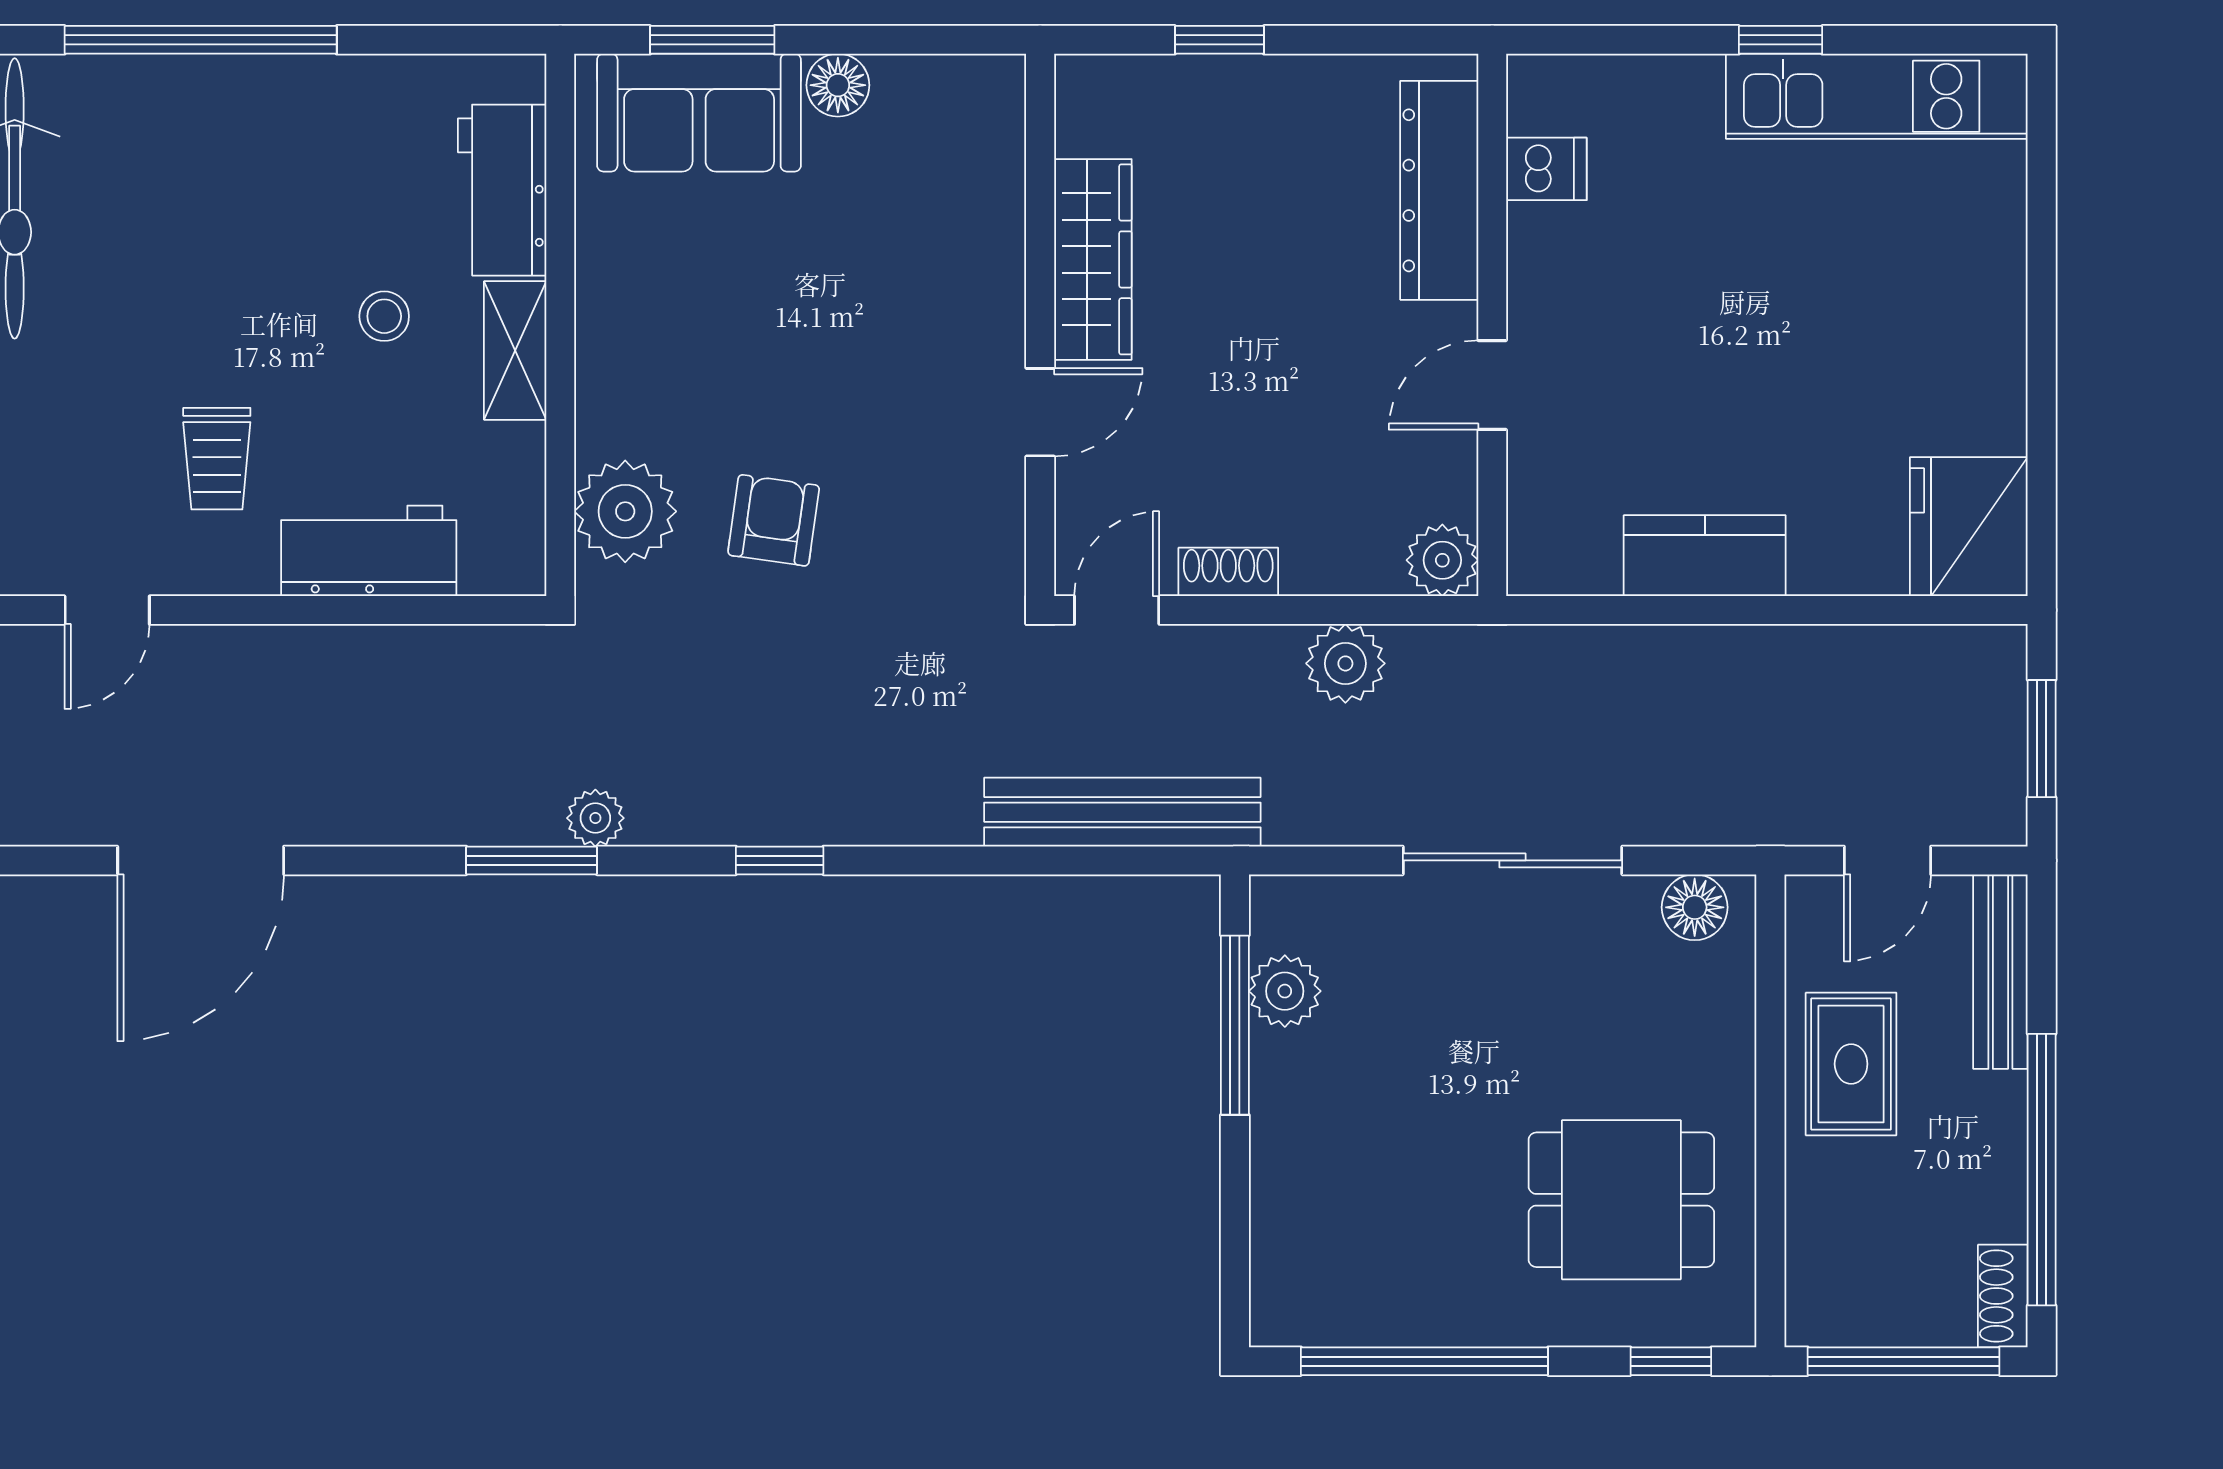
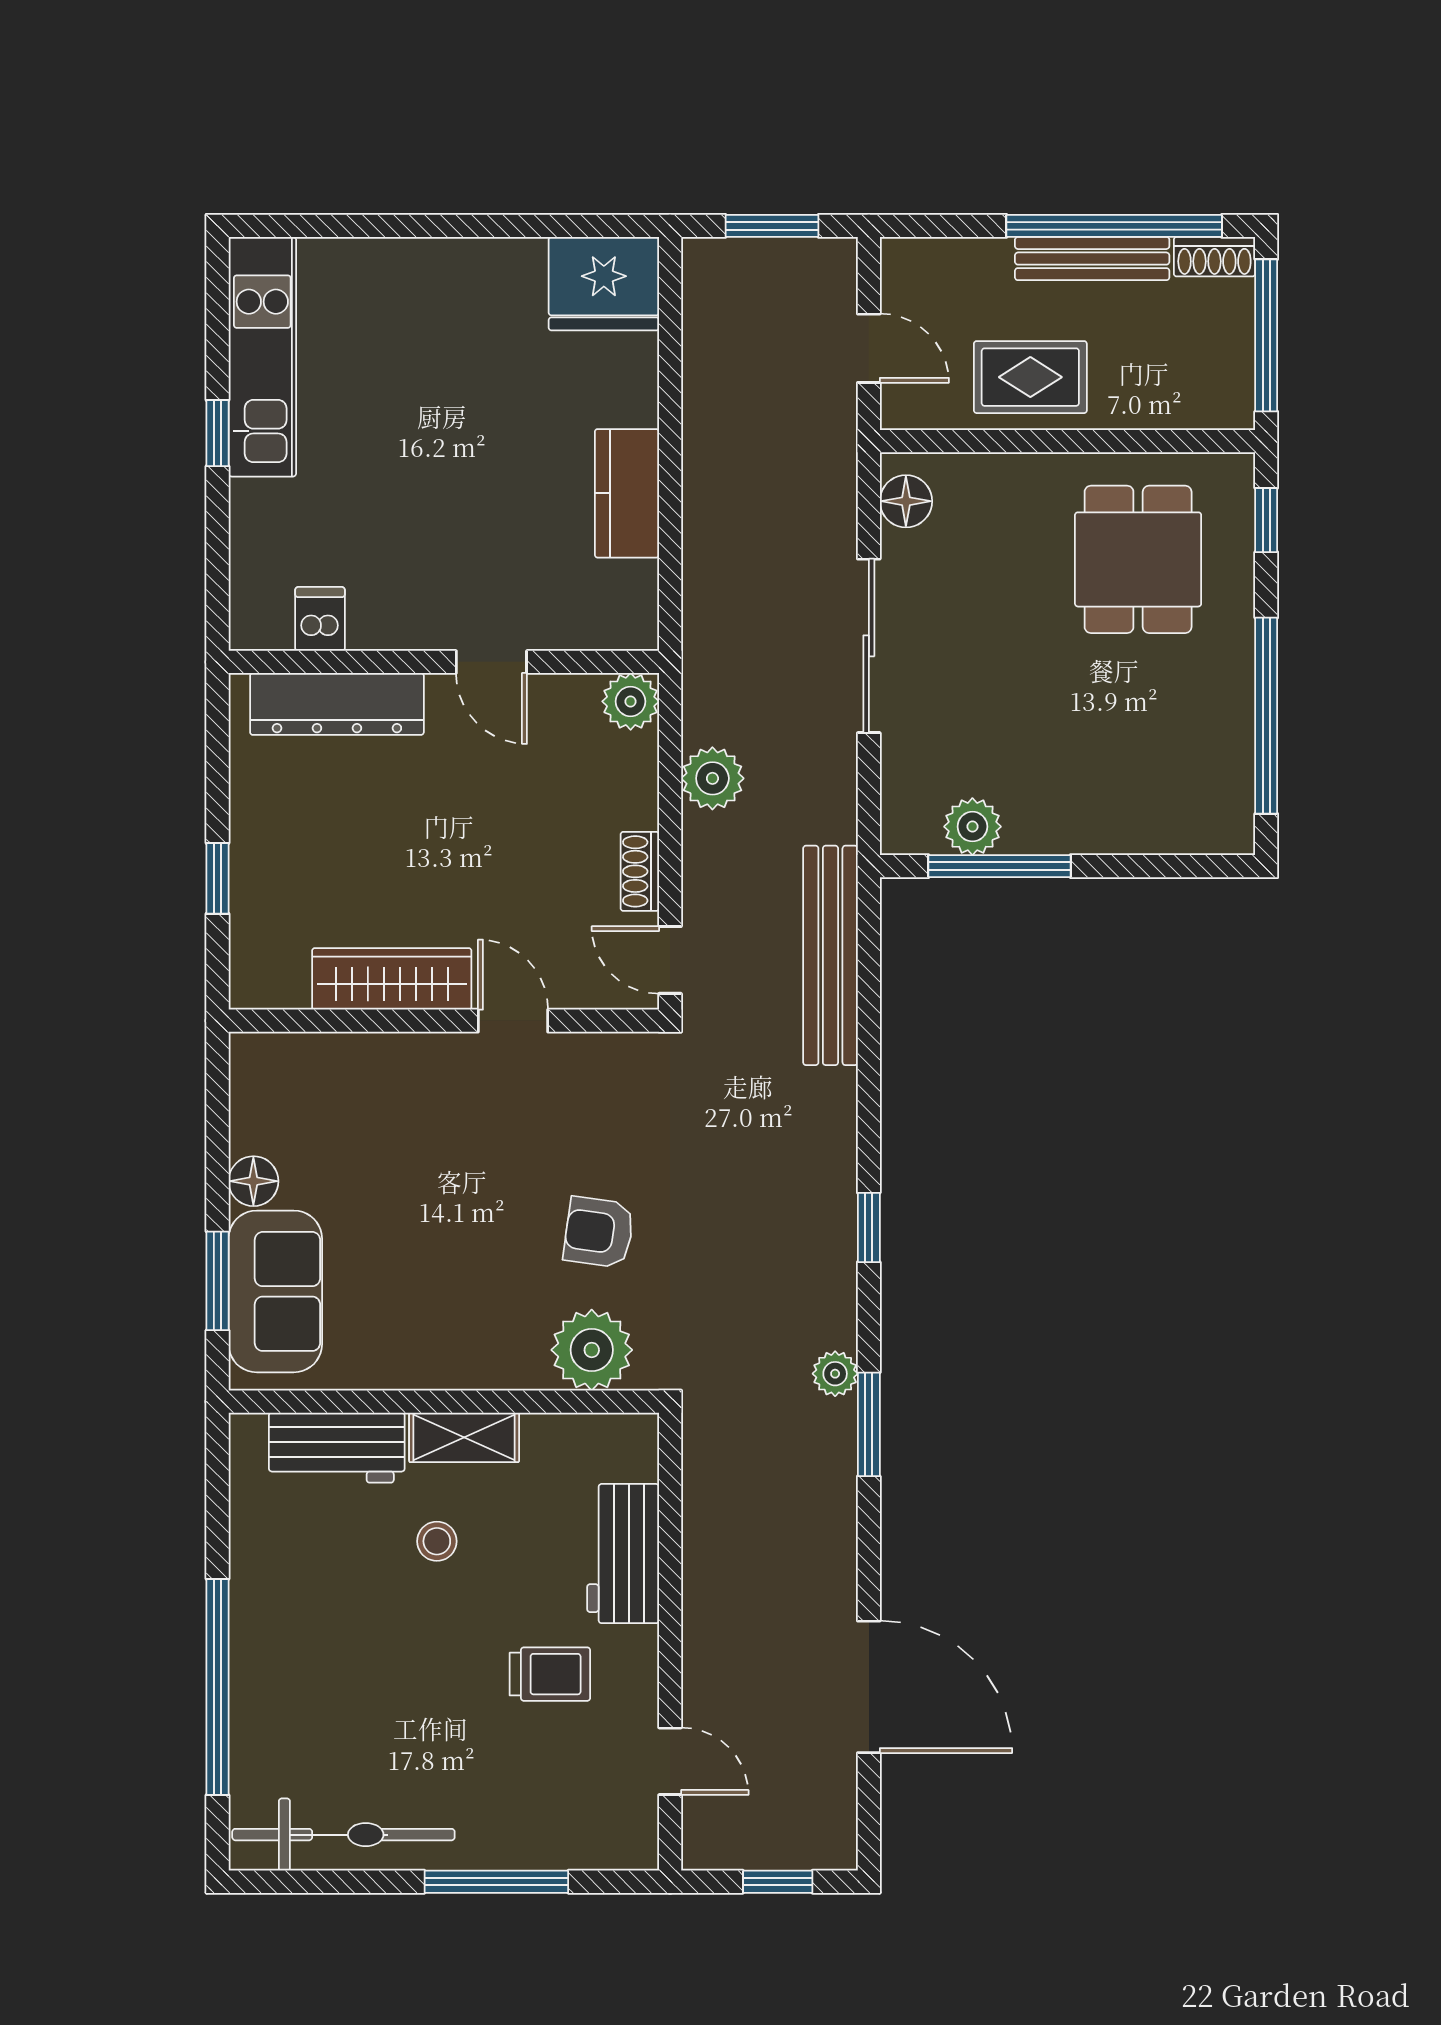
bench: (2000, 972) -> (1092, 259), moved

